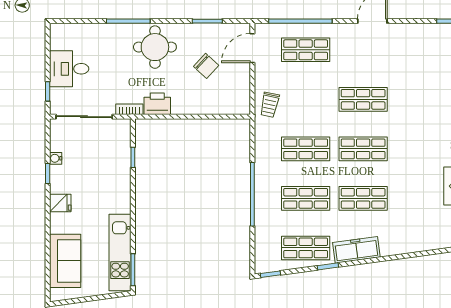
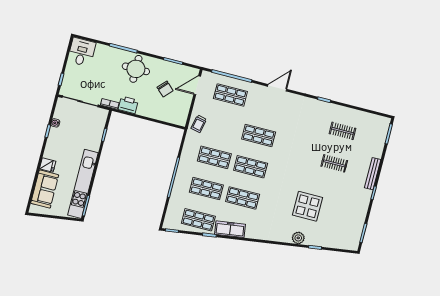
desk: (69, 69) -> (82, 52), moved, turned 90
fridge: (60, 203) -> (48, 165), moved
kitchen unit: (120, 252) -> (83, 184), width x1.36

